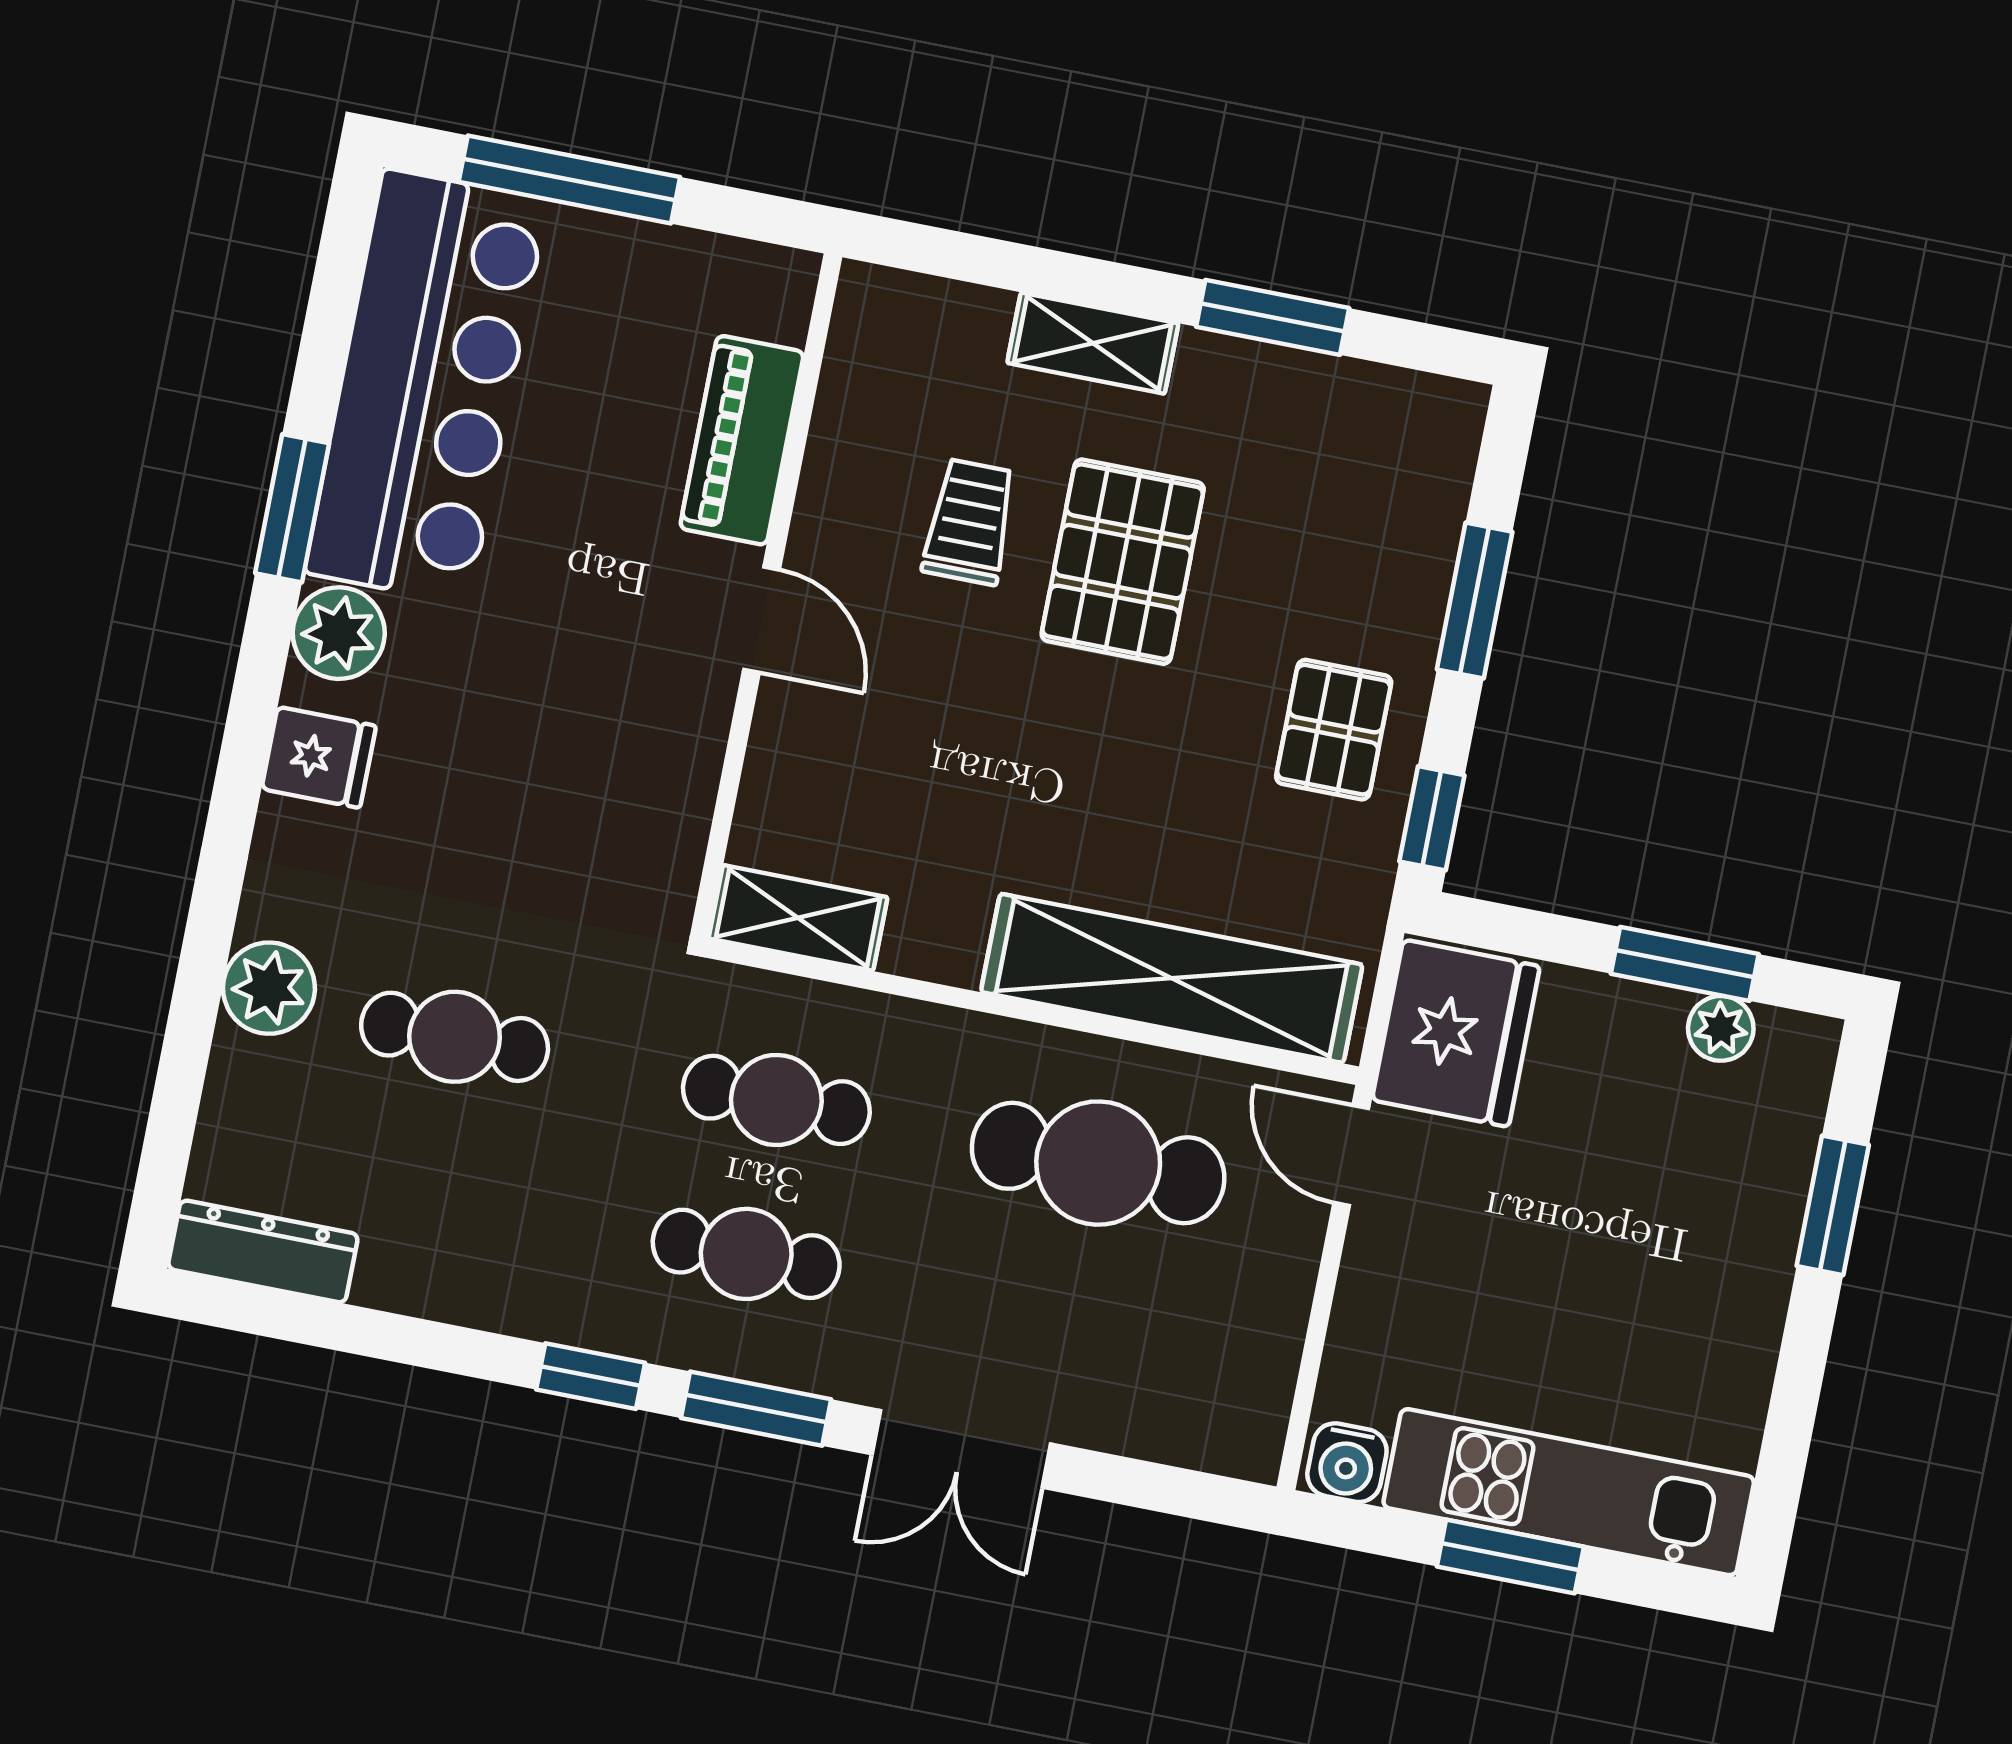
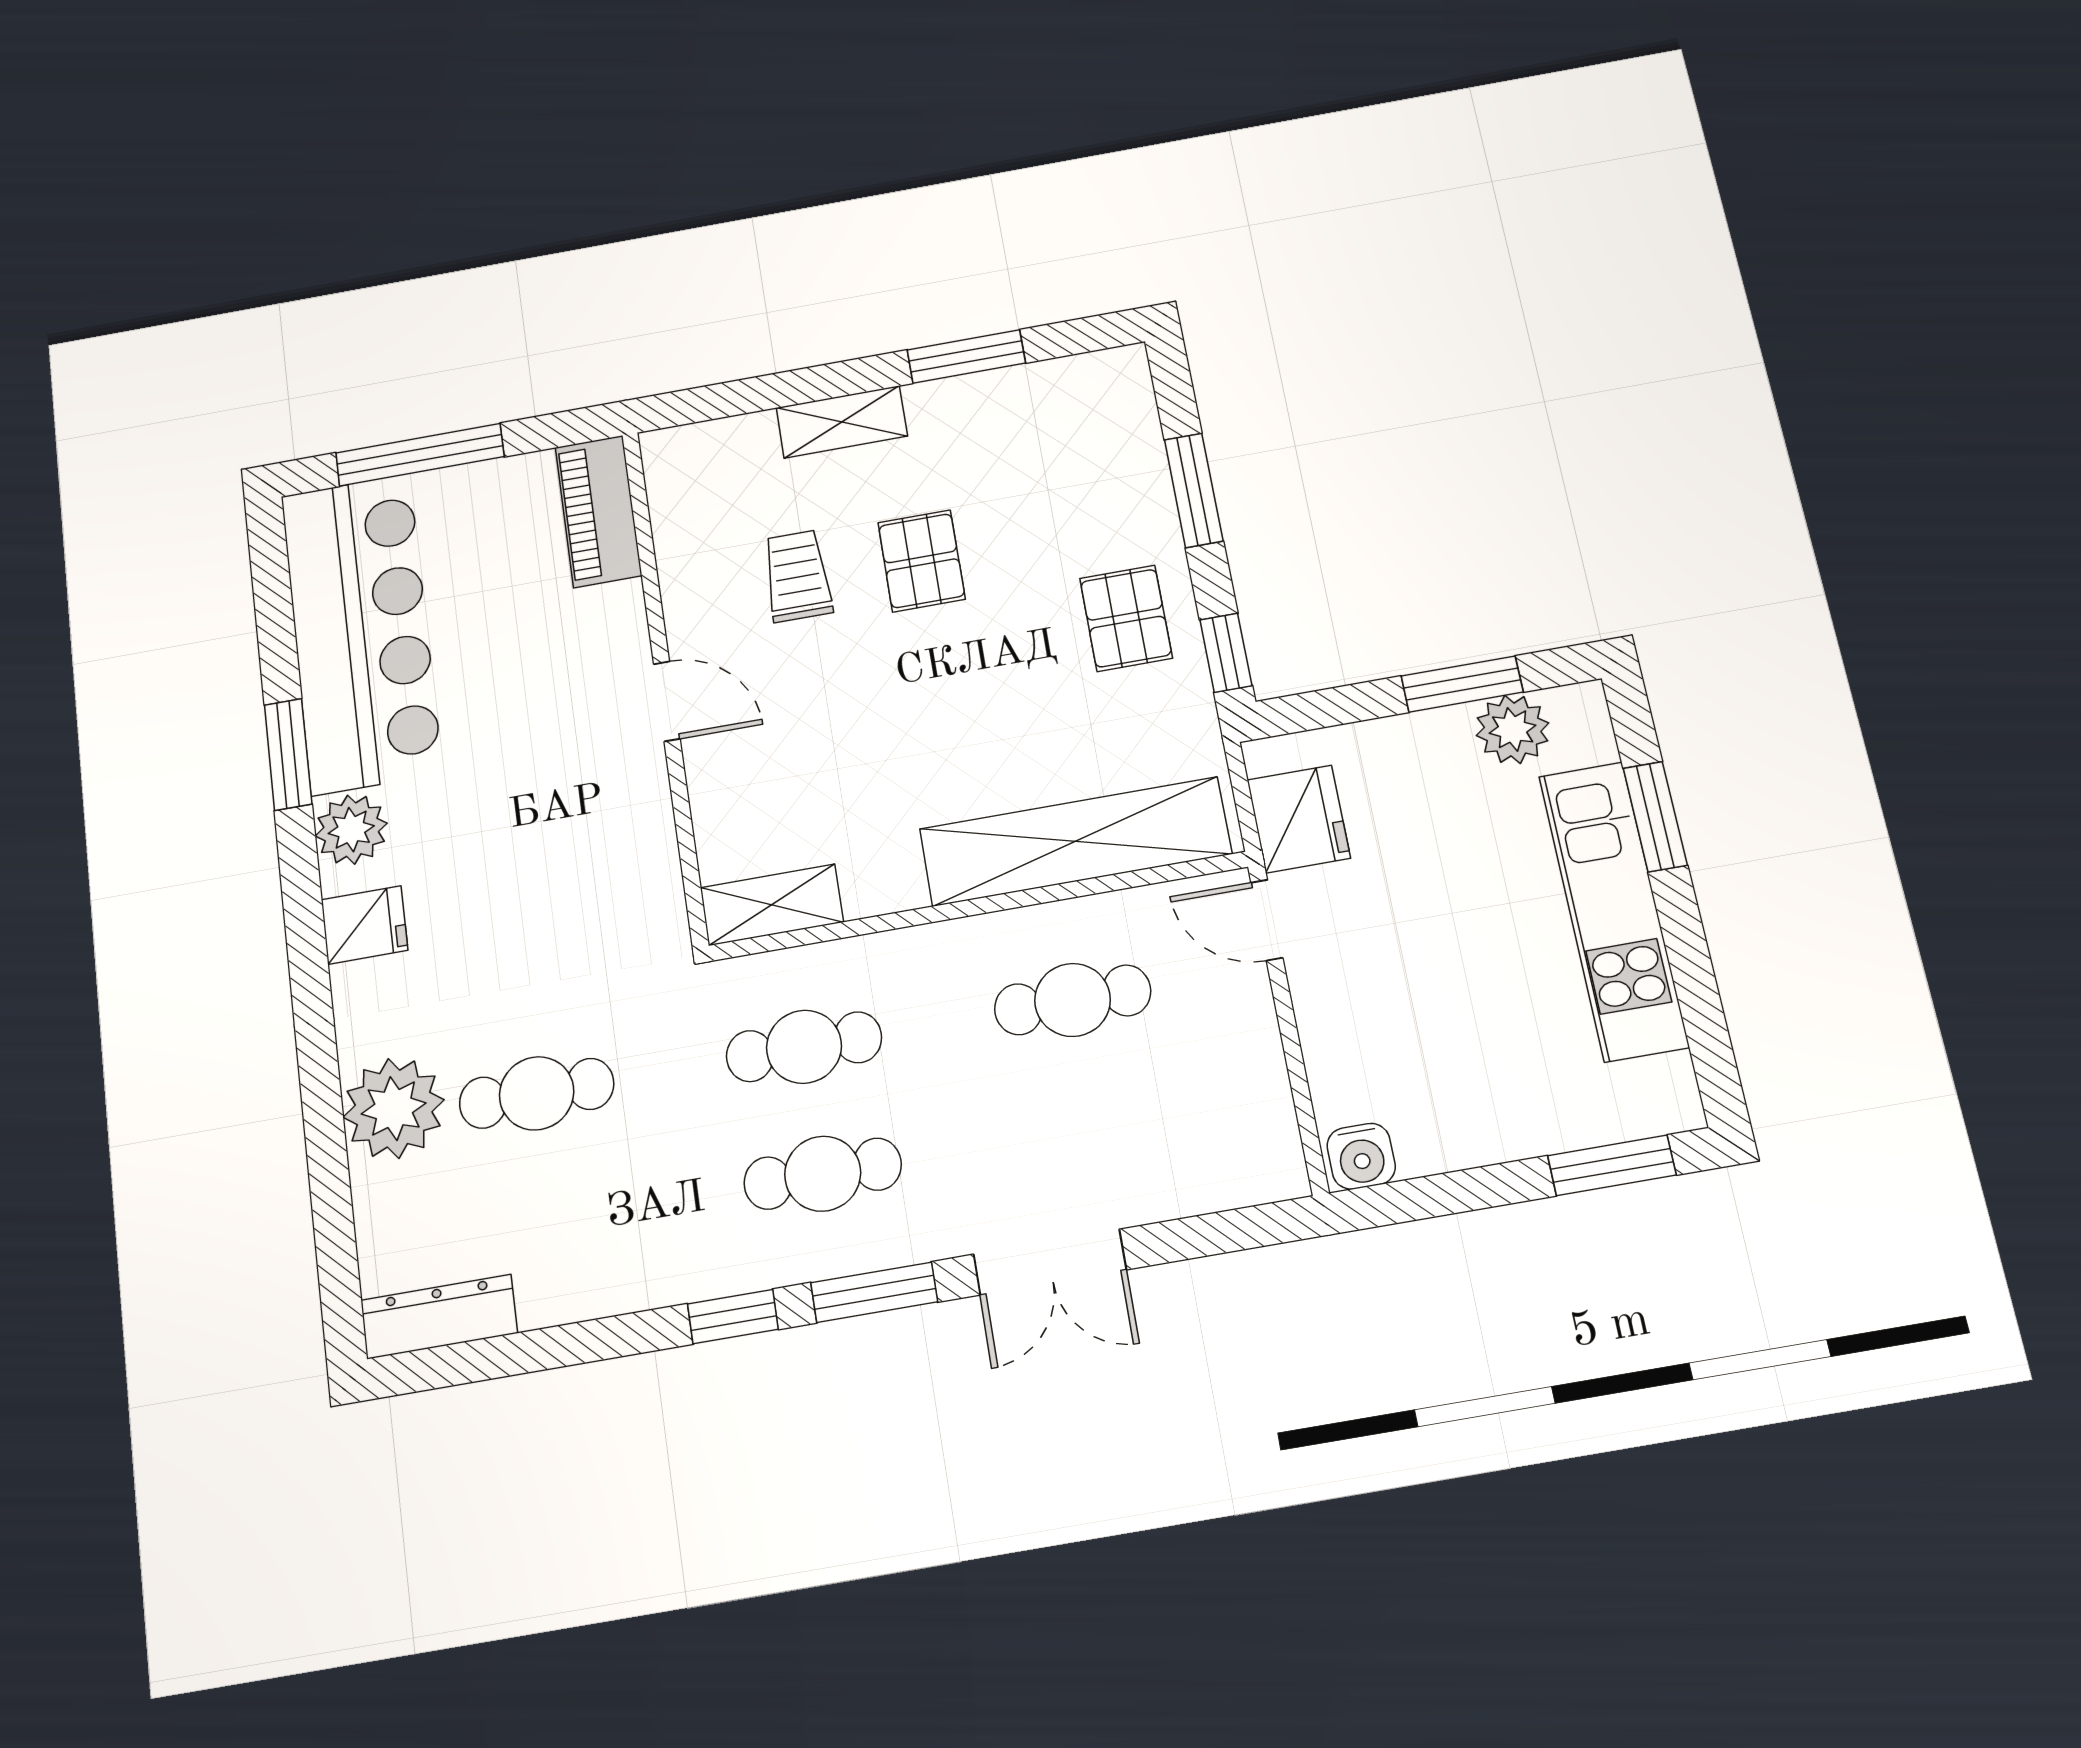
piano: (742, 440) -> (598, 511), moved
pallet: (1123, 562) -> (922, 561), width x0.67, depth x0.71
plant: (269, 988) -> (394, 1108), width x1.36, depth x1.36
plant: (1721, 1028) -> (1512, 729), width x1.38, depth x1.38
fridge: (1456, 1033) -> (1299, 819), width x0.73, depth x0.75
cafe table: (1098, 1163) -> (1073, 1000), width x0.73, depth x0.74
kitchen unit: (1569, 1492) -> (1613, 910), moved, turned -90
window: (1510, 1557) -> (1612, 1165), moved

